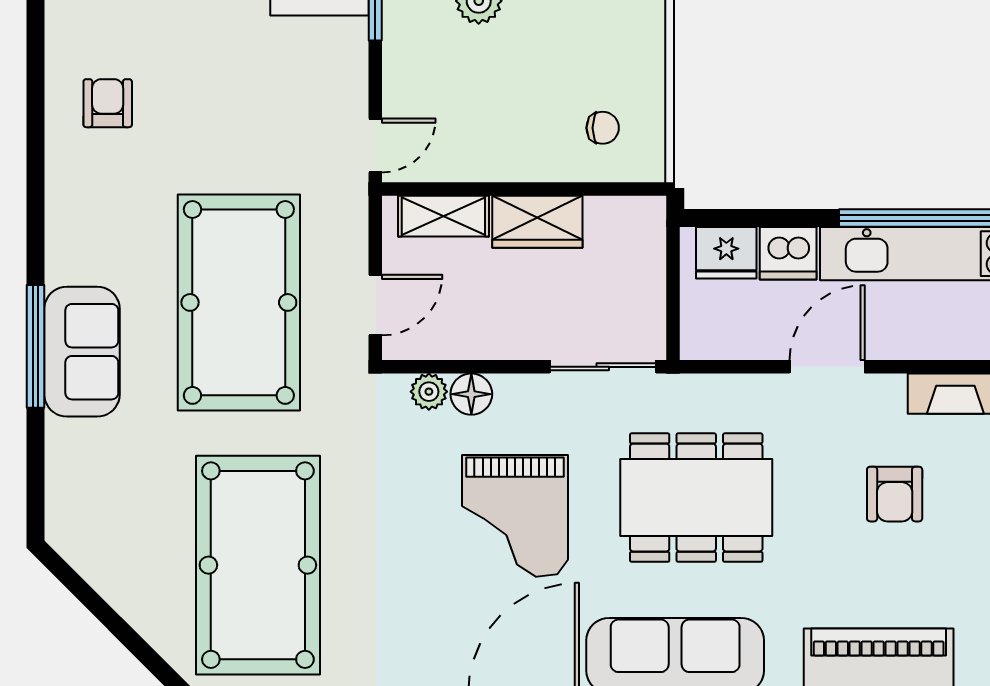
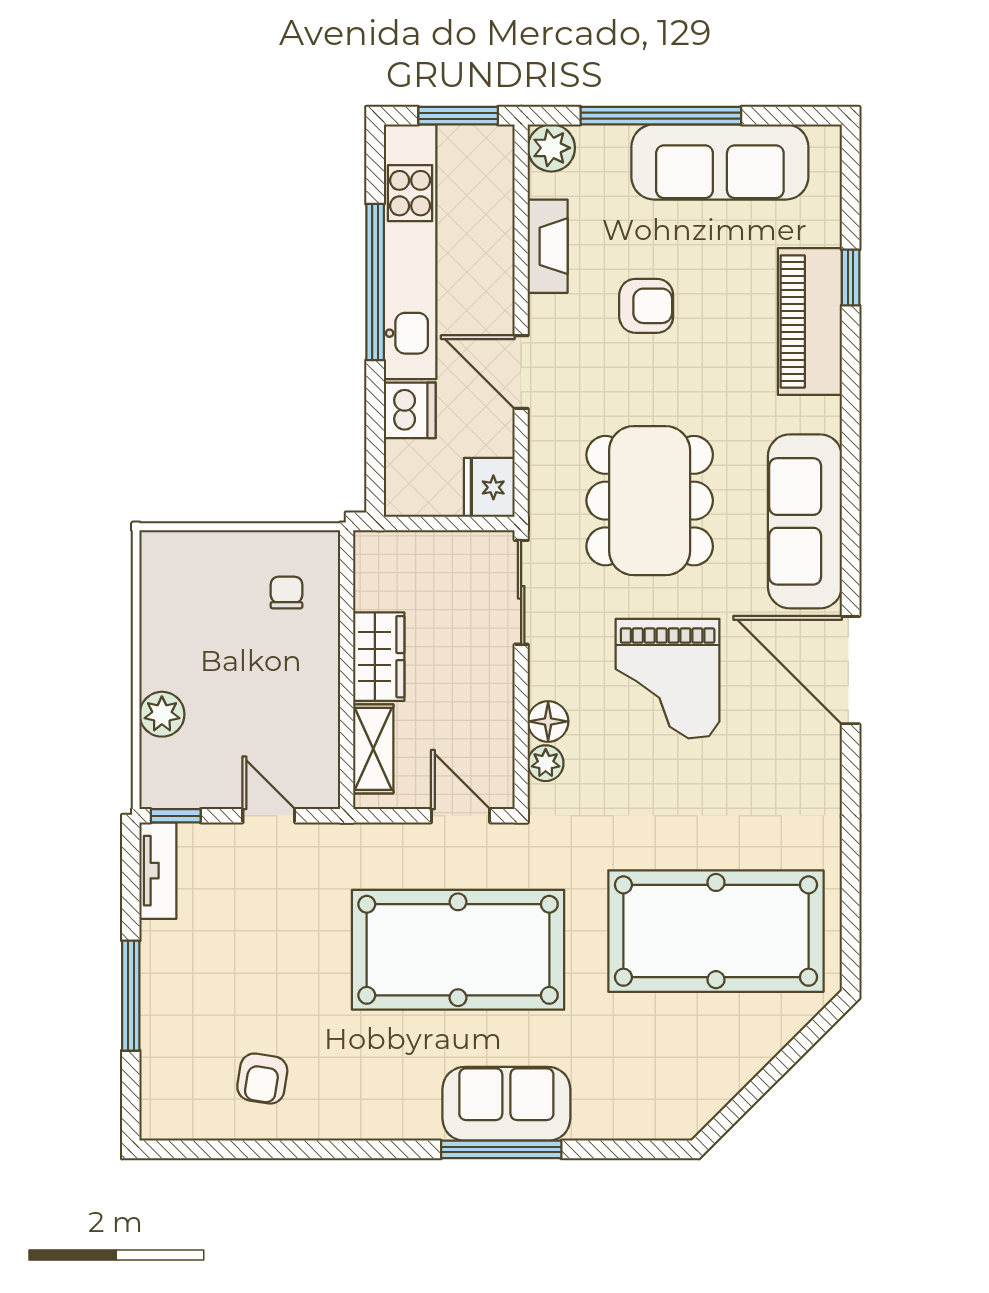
armchair: (108, 103) -> (262, 1079), turned -81
door: (375, 145) -> (269, 816), moved
fridge: (726, 253) -> (489, 487), moved, turned 180
grand piano: (515, 516) -> (668, 679), turned 90

